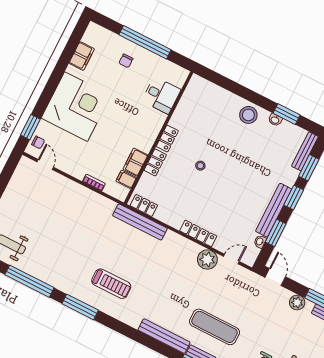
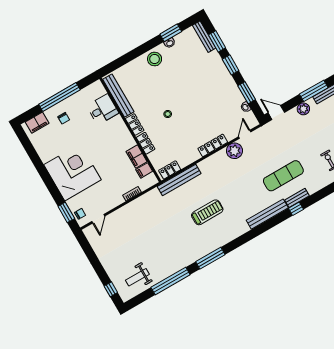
filing cabinet: (82, 56) -> (37, 123), moved, turned 90
door: (45, 165) -> (98, 219), swing flipped
bench: (274, 210) -> (118, 96), moved
treadmill: (111, 284) -> (207, 212), moved

